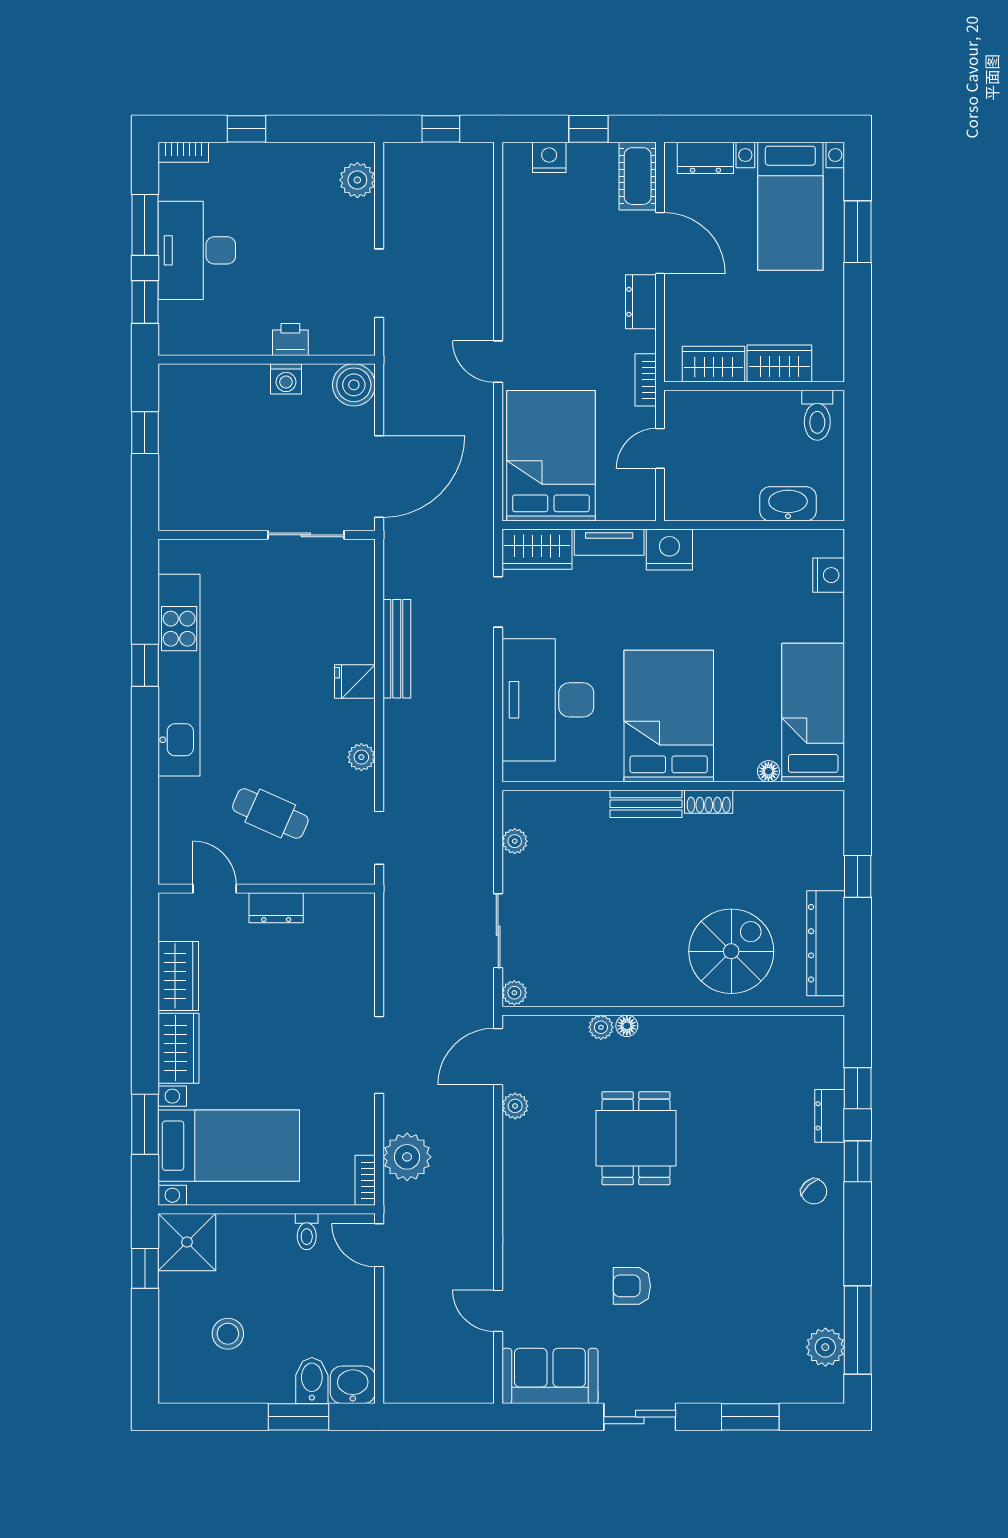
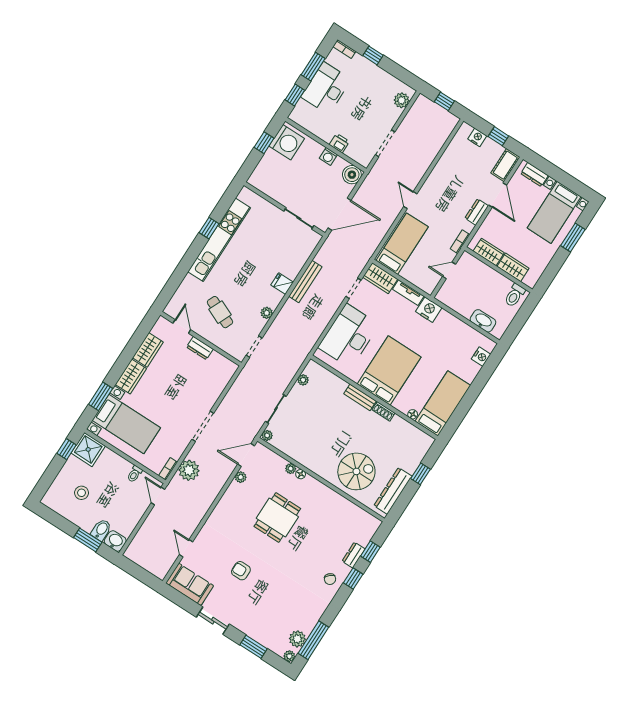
washing machine: (188, 404) -> (287, 142), added
bed: (551, 456) -> (402, 244), width x0.67
plant: (831, 1391) -> (289, 656), added

